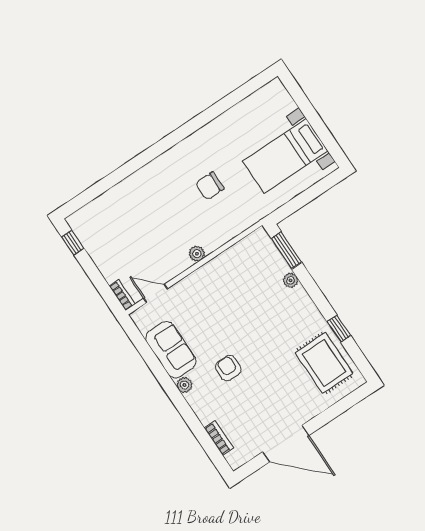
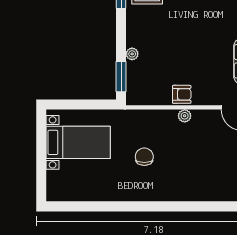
chair: (210, 186) -> (144, 157), turned -90
armchair: (228, 368) -> (182, 94), moved, turned -90

